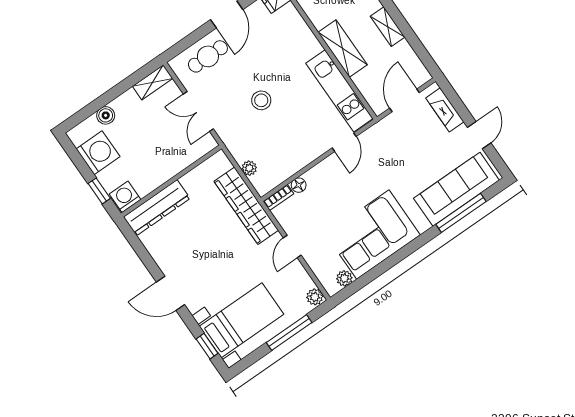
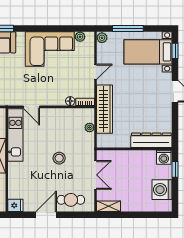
boiler: (106, 115) -> (145, 206), removed
door: (344, 142) -> (31, 107), swing flipped

